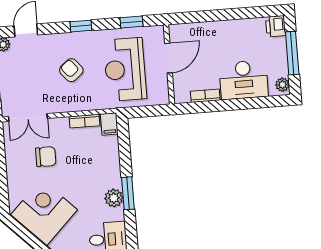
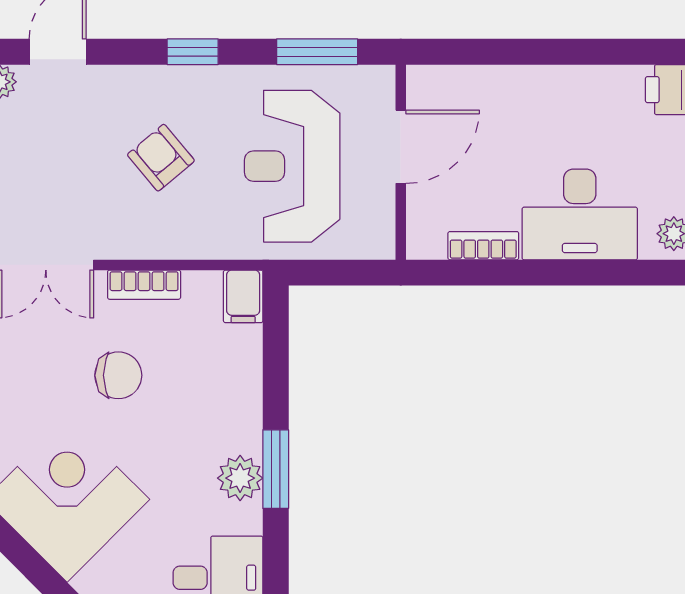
window: (131, 22) -> (317, 52), width x1.50
bookcase: (85, 121) -> (144, 285), moved
chair: (46, 157) -> (118, 375), moved

